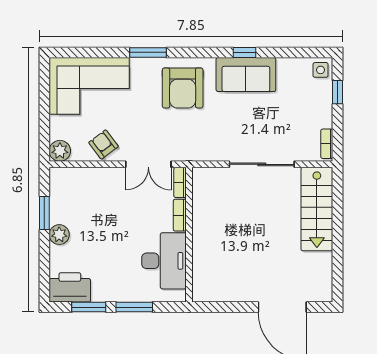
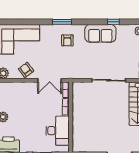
window: (148, 52) -> (62, 22), moved
window: (244, 52) -> (113, 22), moved
armchair: (183, 88) -> (67, 40), width x0.53, depth x0.53

